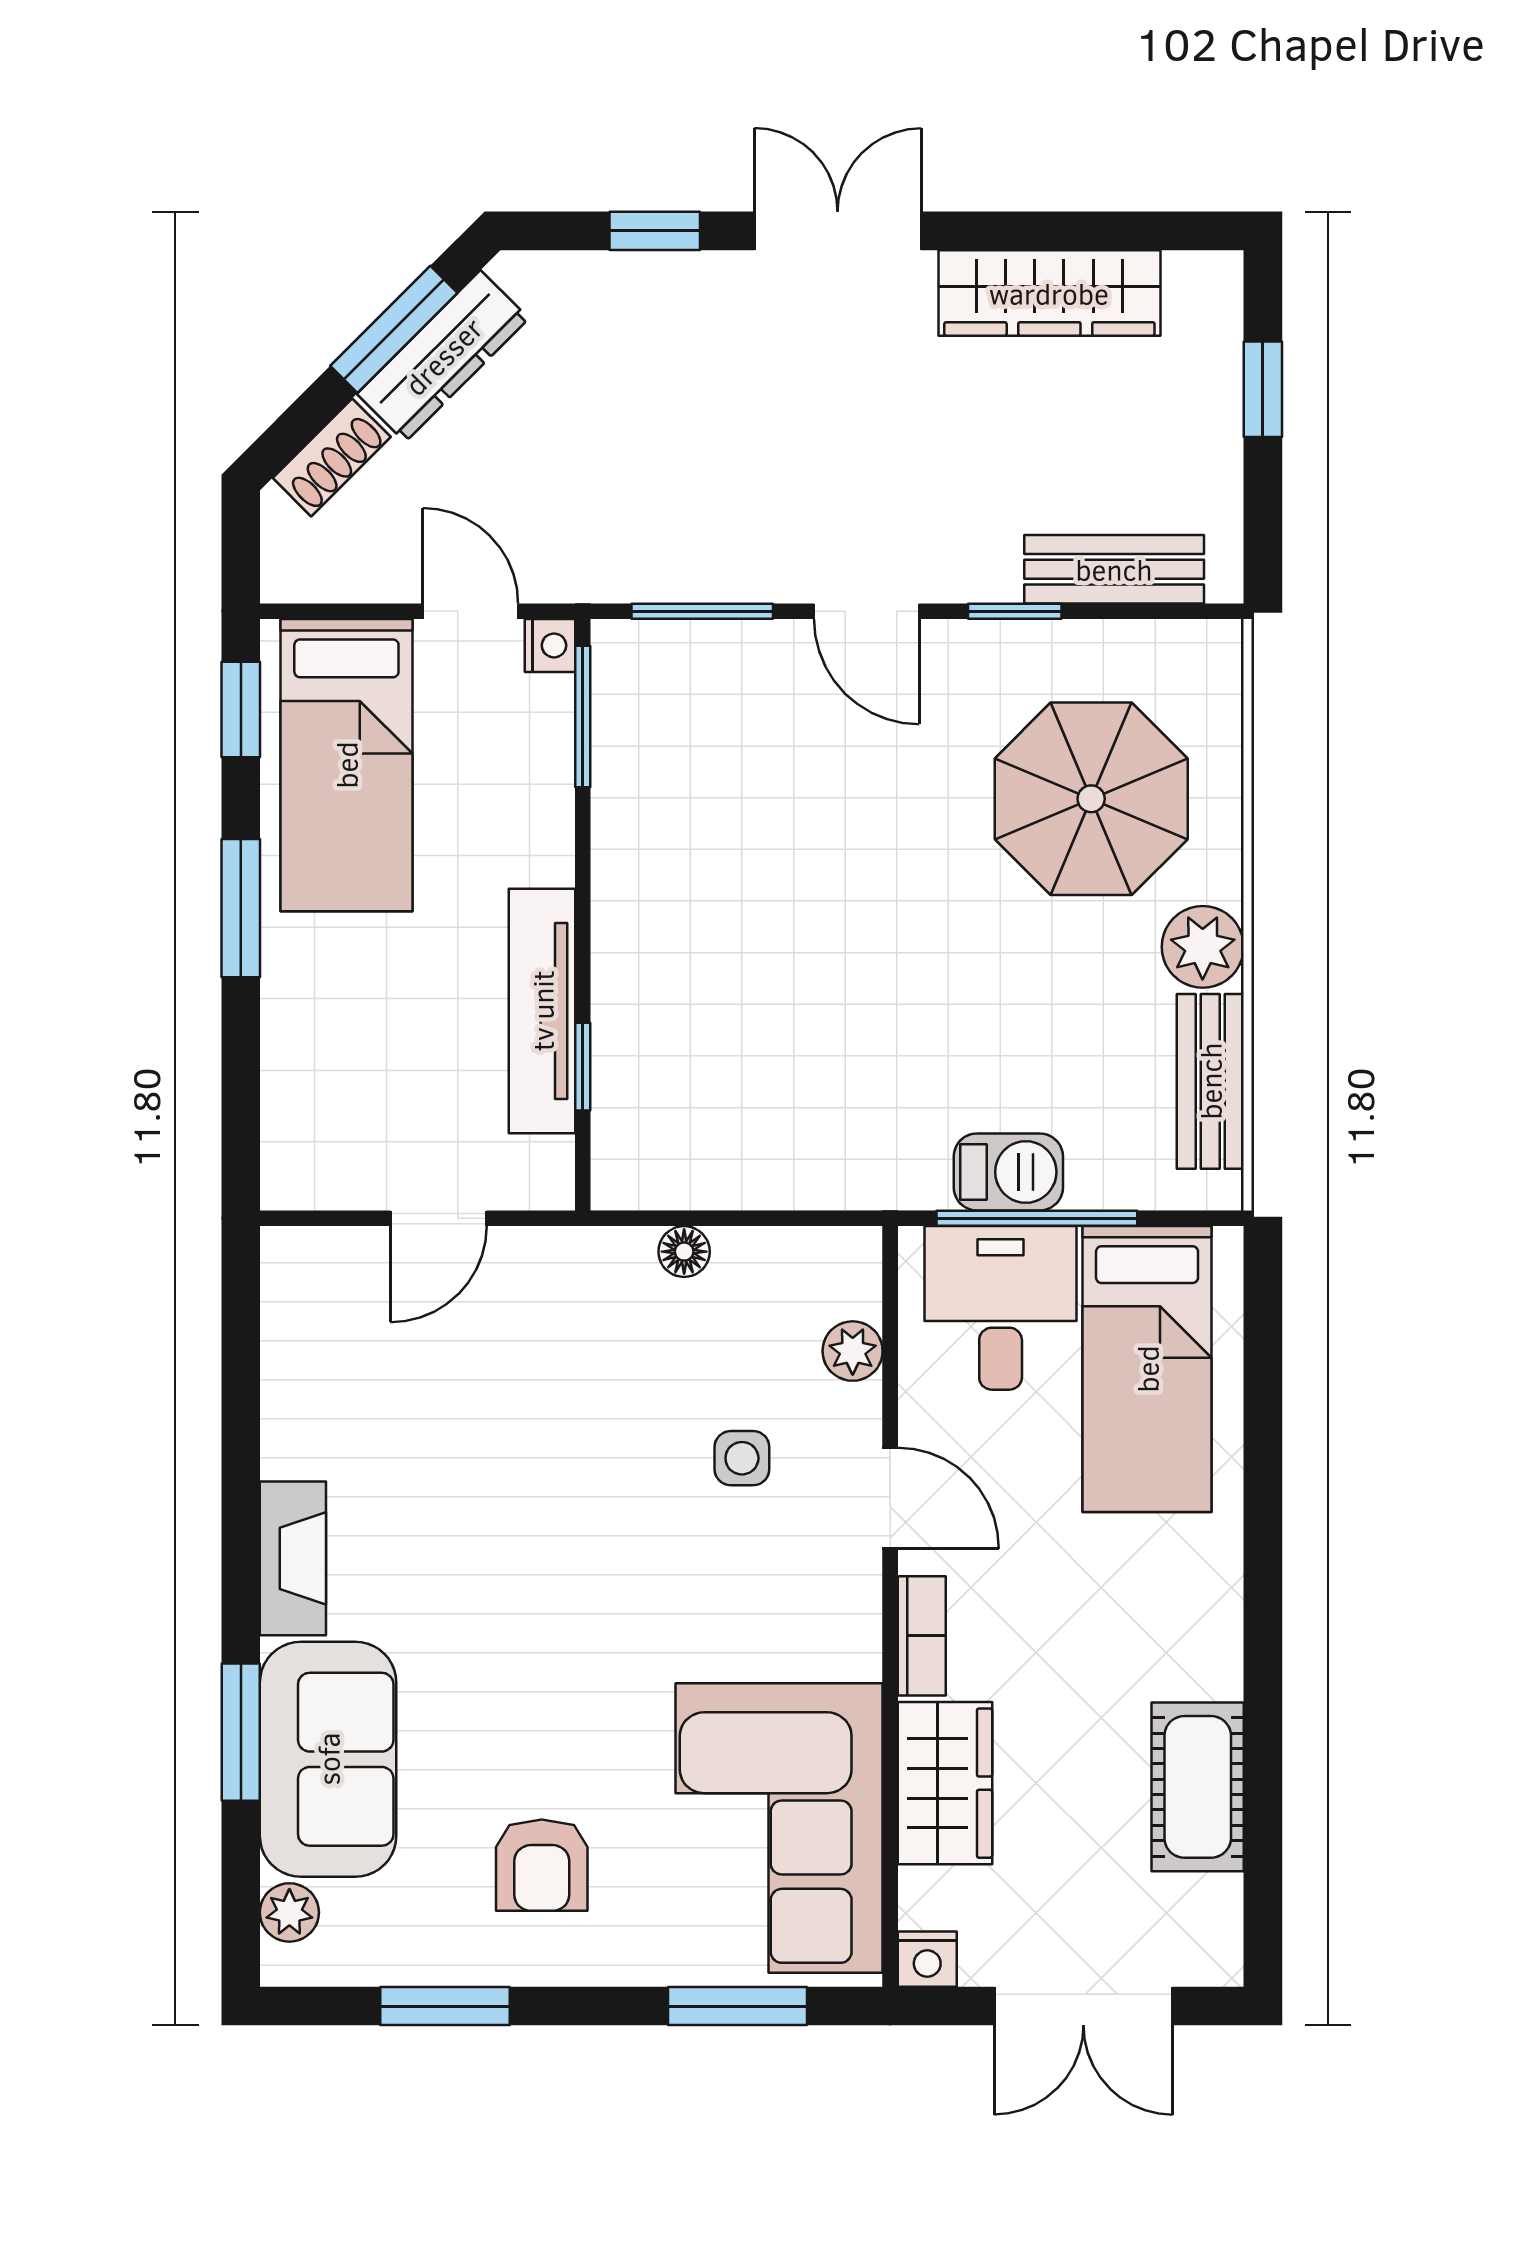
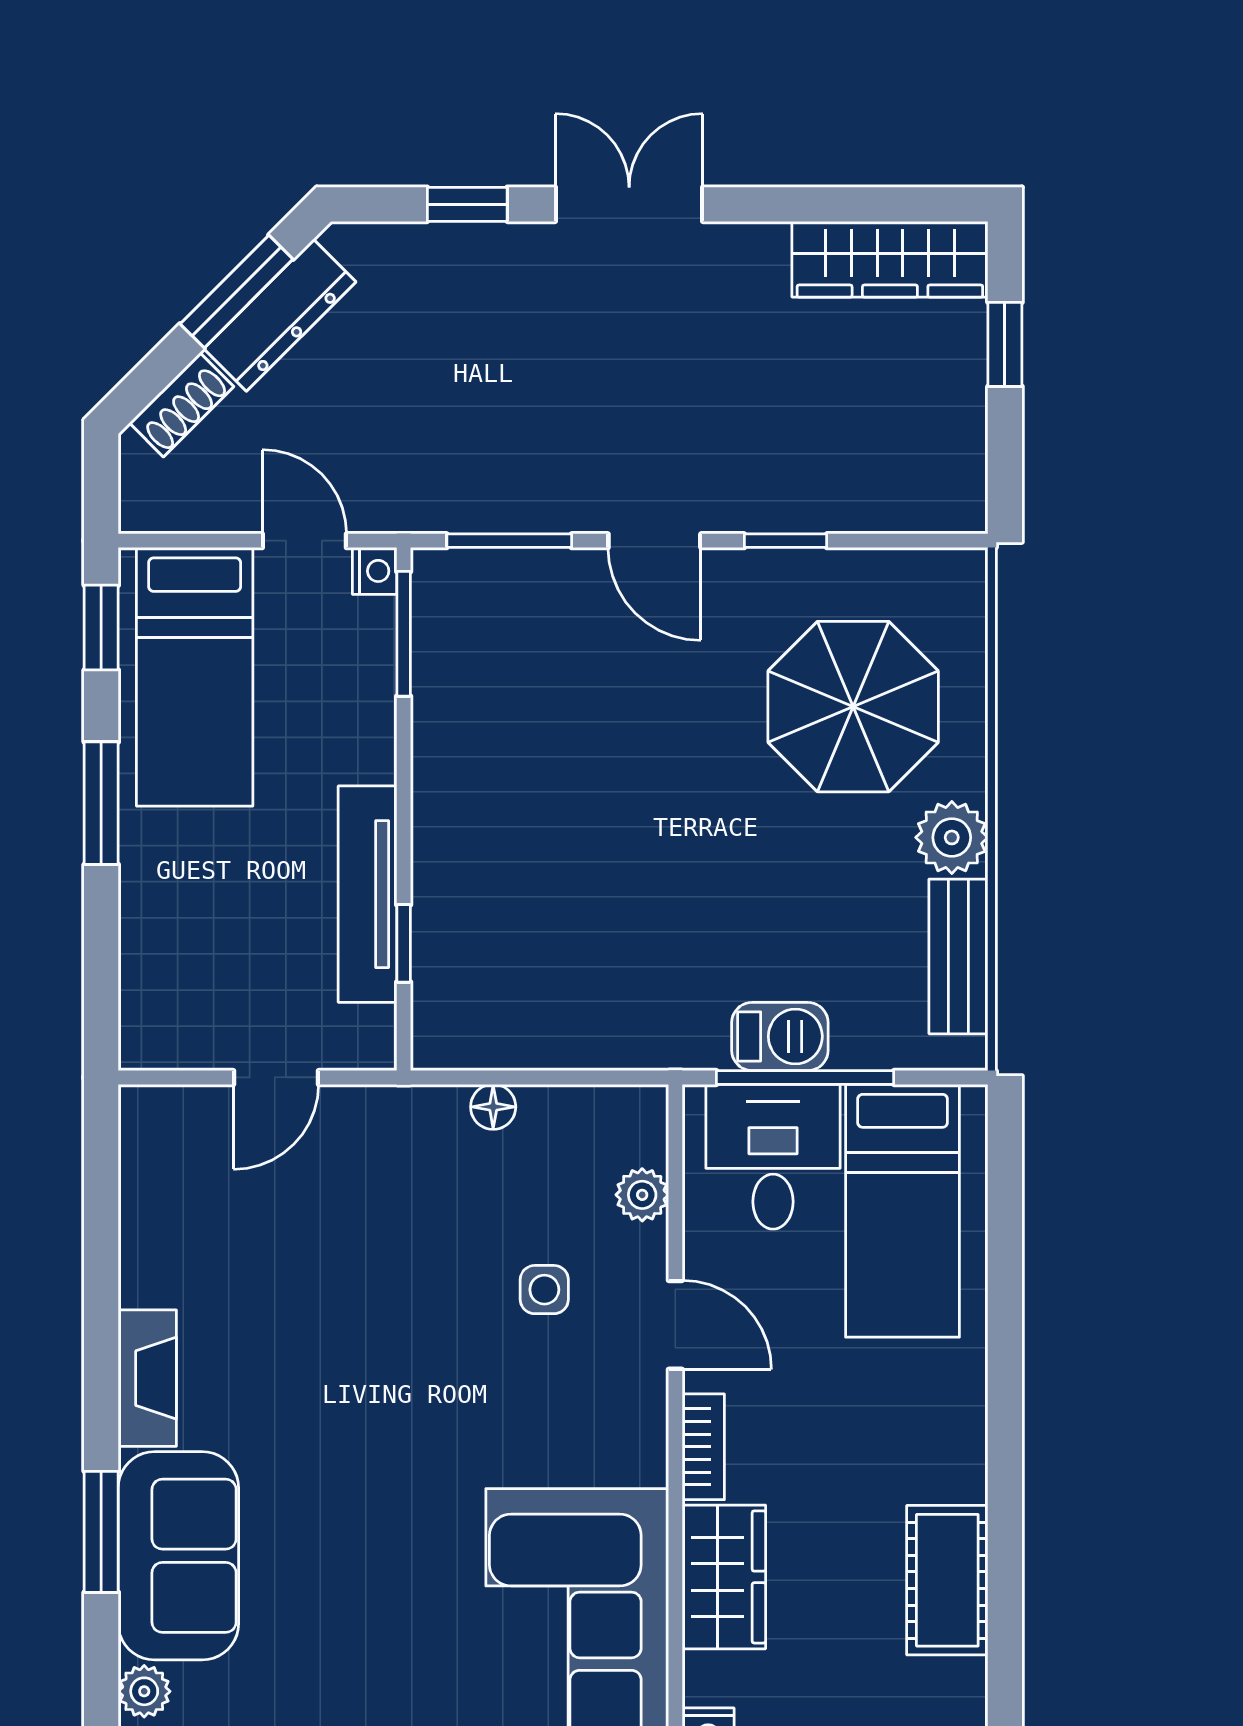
wardrobe: (1049, 293) -> (890, 259), moved
bench: (1114, 569) -> (873, 504), removed
armchair: (542, 1865) -> (367, 1649), removed

